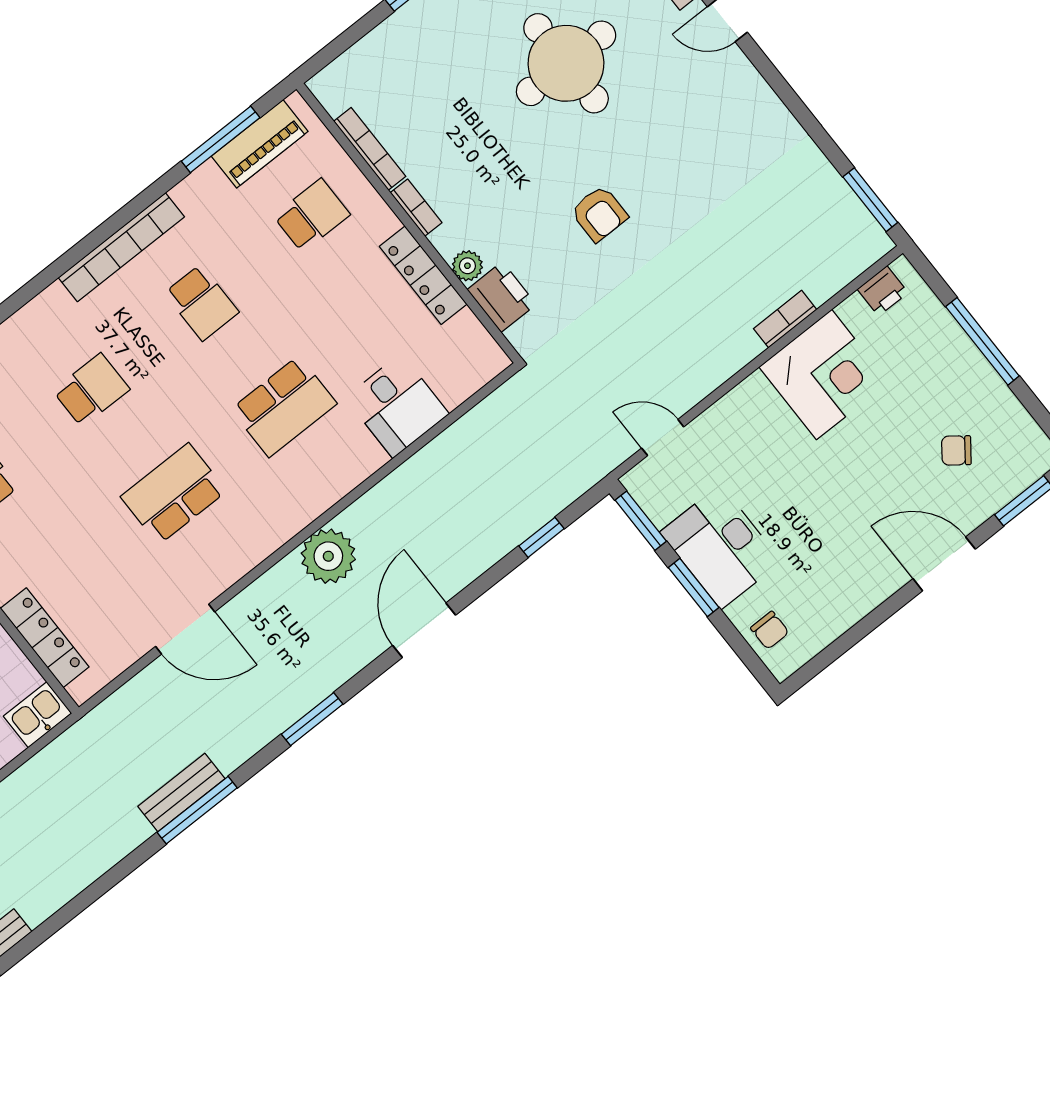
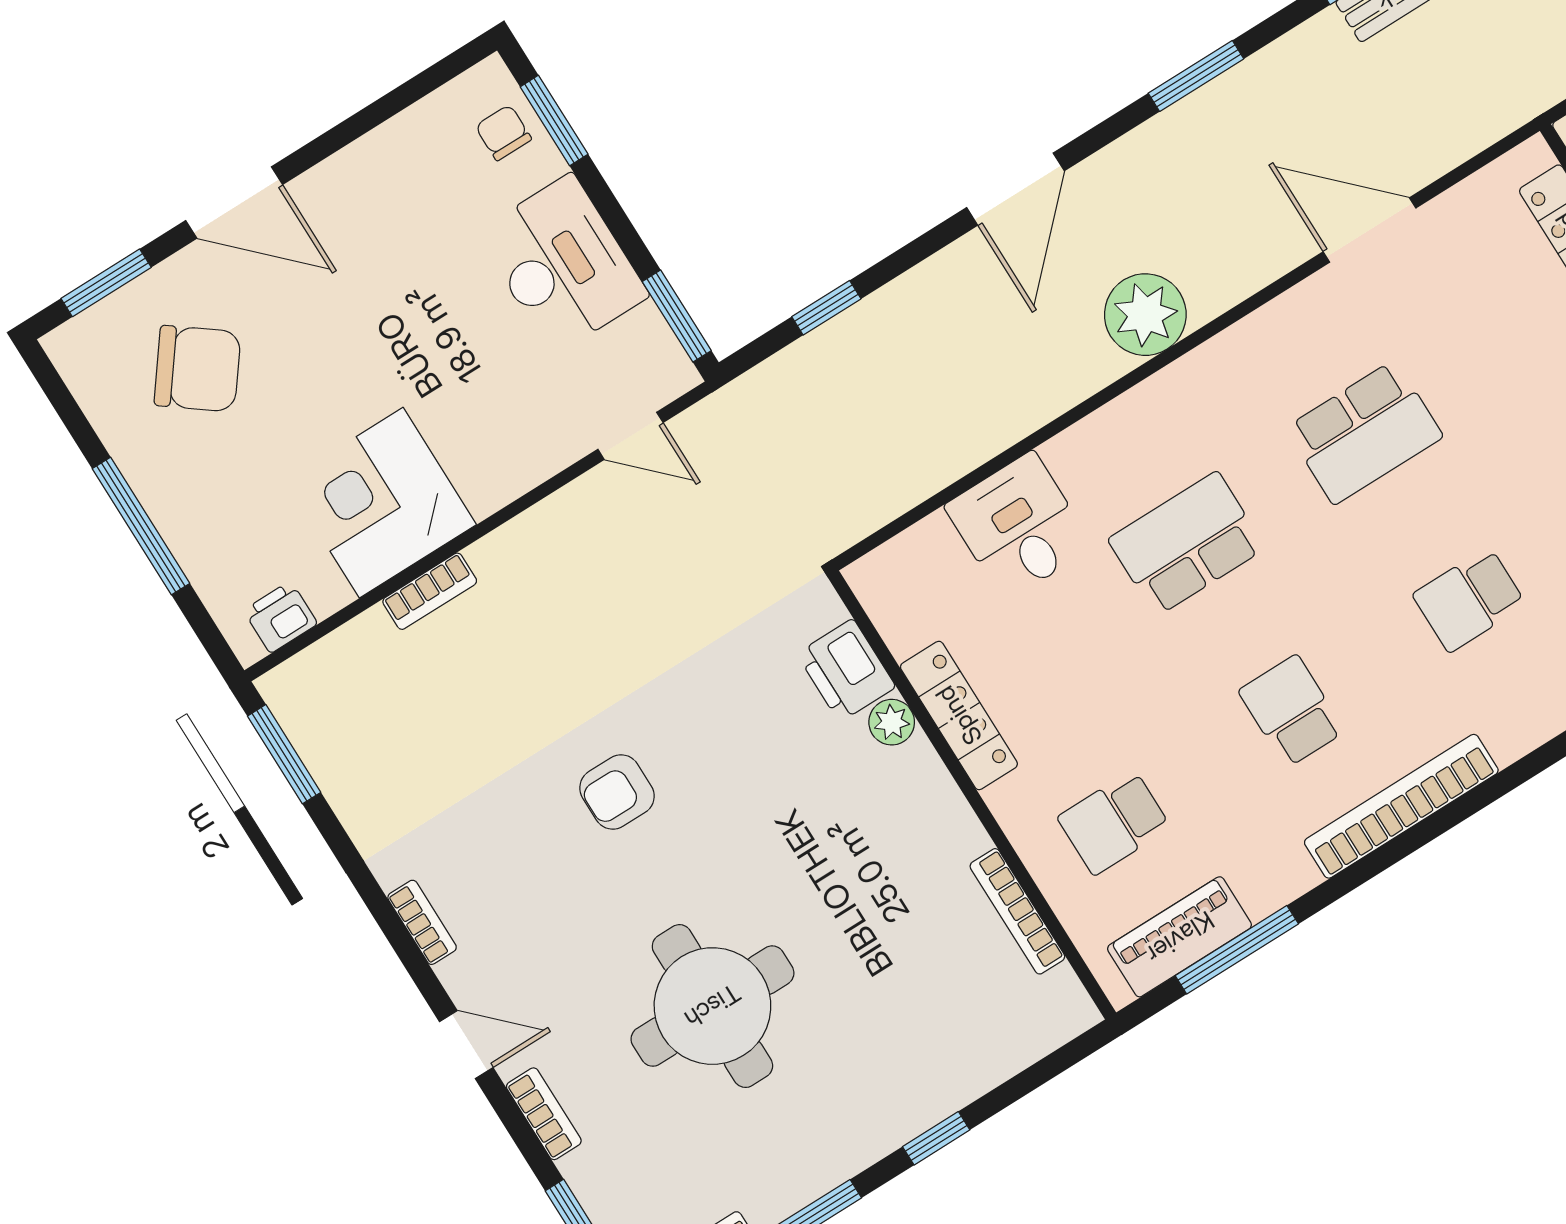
bookcase: (416, 208) -> (422, 922), moved, turned 180
armchair: (599, 214) -> (617, 792), moved, turned -90
chair: (956, 450) -> (197, 369), width x1.87, depth x1.87
window: (694, 587) -> (554, 120), moved

